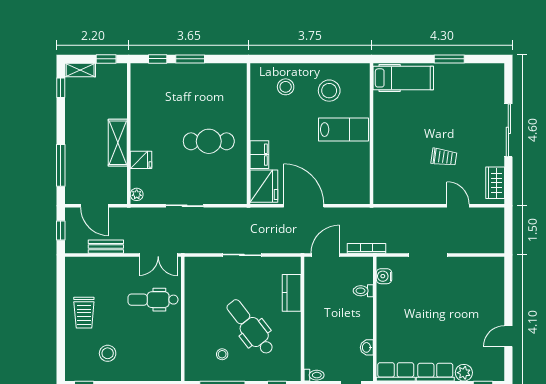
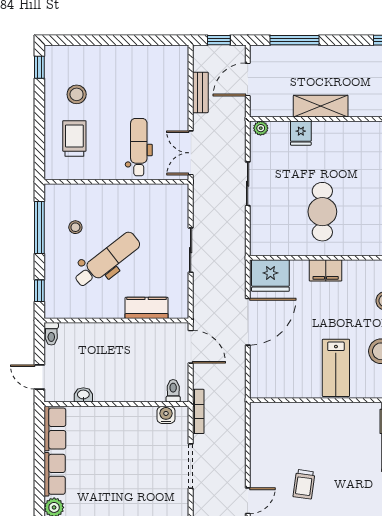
filing cabinet: (259, 155) -> (326, 270), moved
bookcase: (367, 248) -> (198, 411), moved
toilet: (363, 291) -> (173, 391), moved
trolley: (84, 313) -> (74, 138), moved, turned 90

